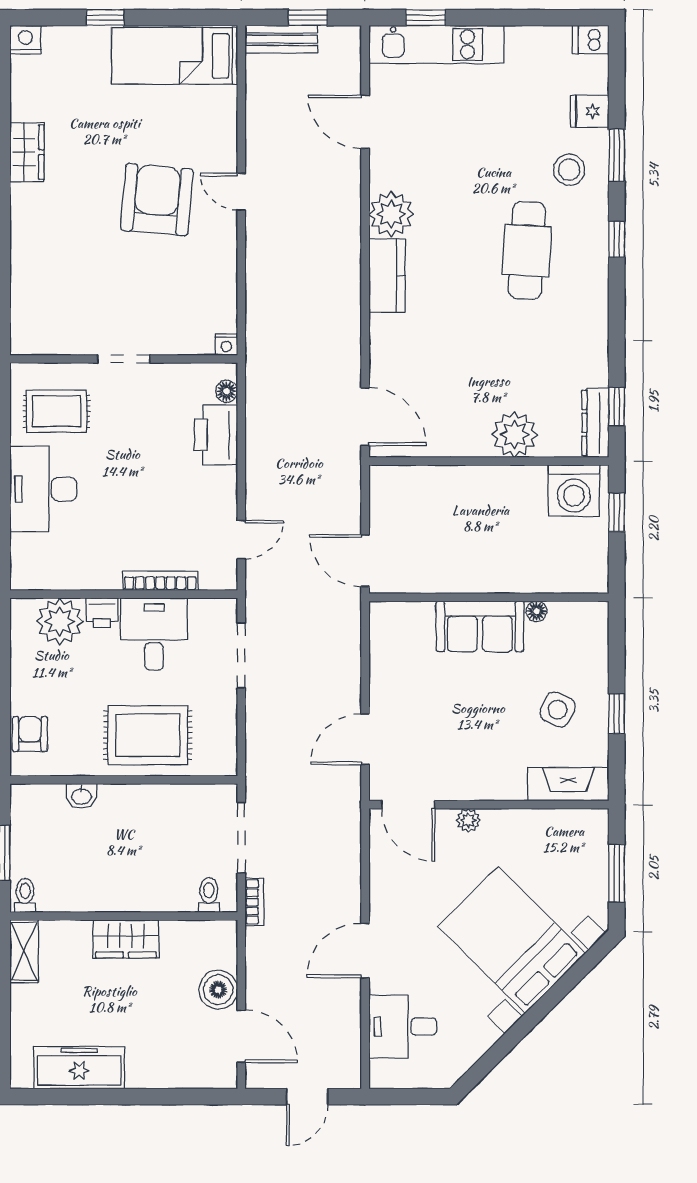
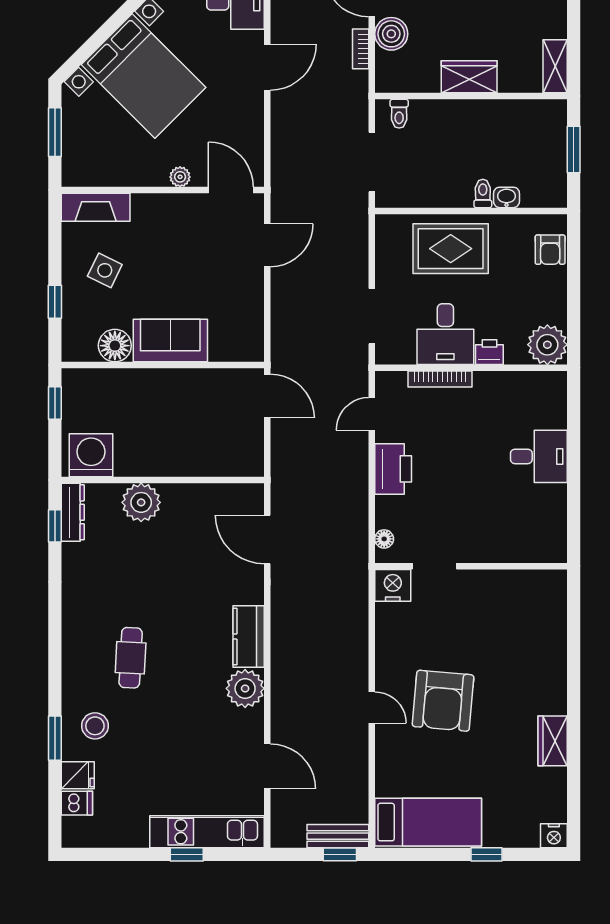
window: (308, 18) -> (340, 854), moved
window: (426, 18) -> (187, 854), moved
dishwasher: (591, 40) -> (77, 803), moved
window: (617, 239) -> (55, 667), removed
cafe table: (527, 251) -> (131, 658), width x0.73, depth x0.74
nightstand: (226, 345) -> (393, 585), width x1.89, depth x1.79
doorway: (124, 359) -> (435, 566), moved
rug: (57, 411) -> (528, 522), removed
door: (365, 417) -> (267, 540), moved
printer: (216, 435) -> (393, 469), moved
desk: (43, 489) -> (539, 456), width x0.73
window: (617, 512) -> (55, 403), moved
floor lamp: (537, 611) -> (115, 346), width x1.89, depth x1.89
plant: (60, 621) -> (547, 345), moved
window: (617, 714) -> (55, 302), moved
toilet: (25, 895) -> (483, 193), moved, turned 180
bookcase: (254, 902) -> (361, 49), moved

